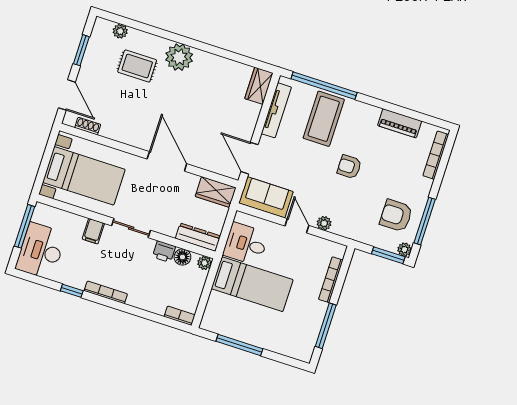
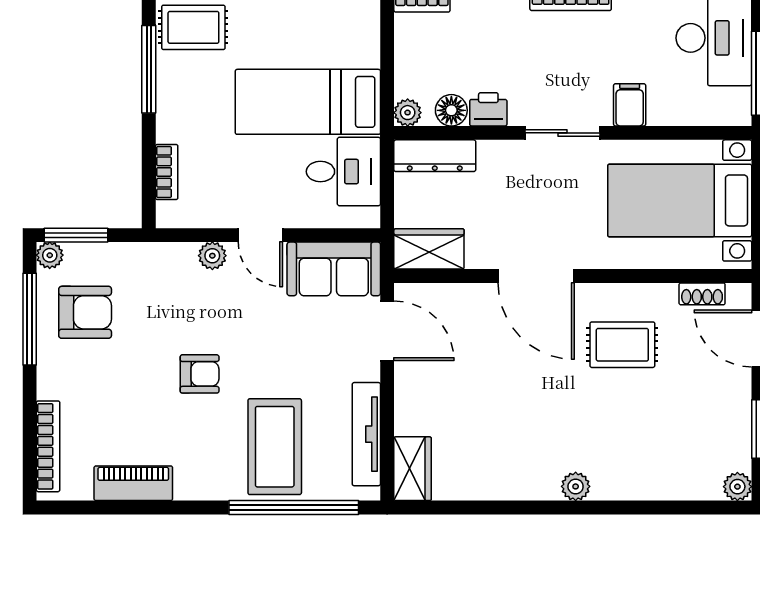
plant: (120, 31) -> (737, 487), moved
plant: (179, 57) -> (576, 486), width x0.53, depth x0.53
rug: (137, 66) -> (622, 345), moved
bookcase: (331, 280) -> (167, 172), width x0.64
rug: (297, 339) -> (193, 27), added

